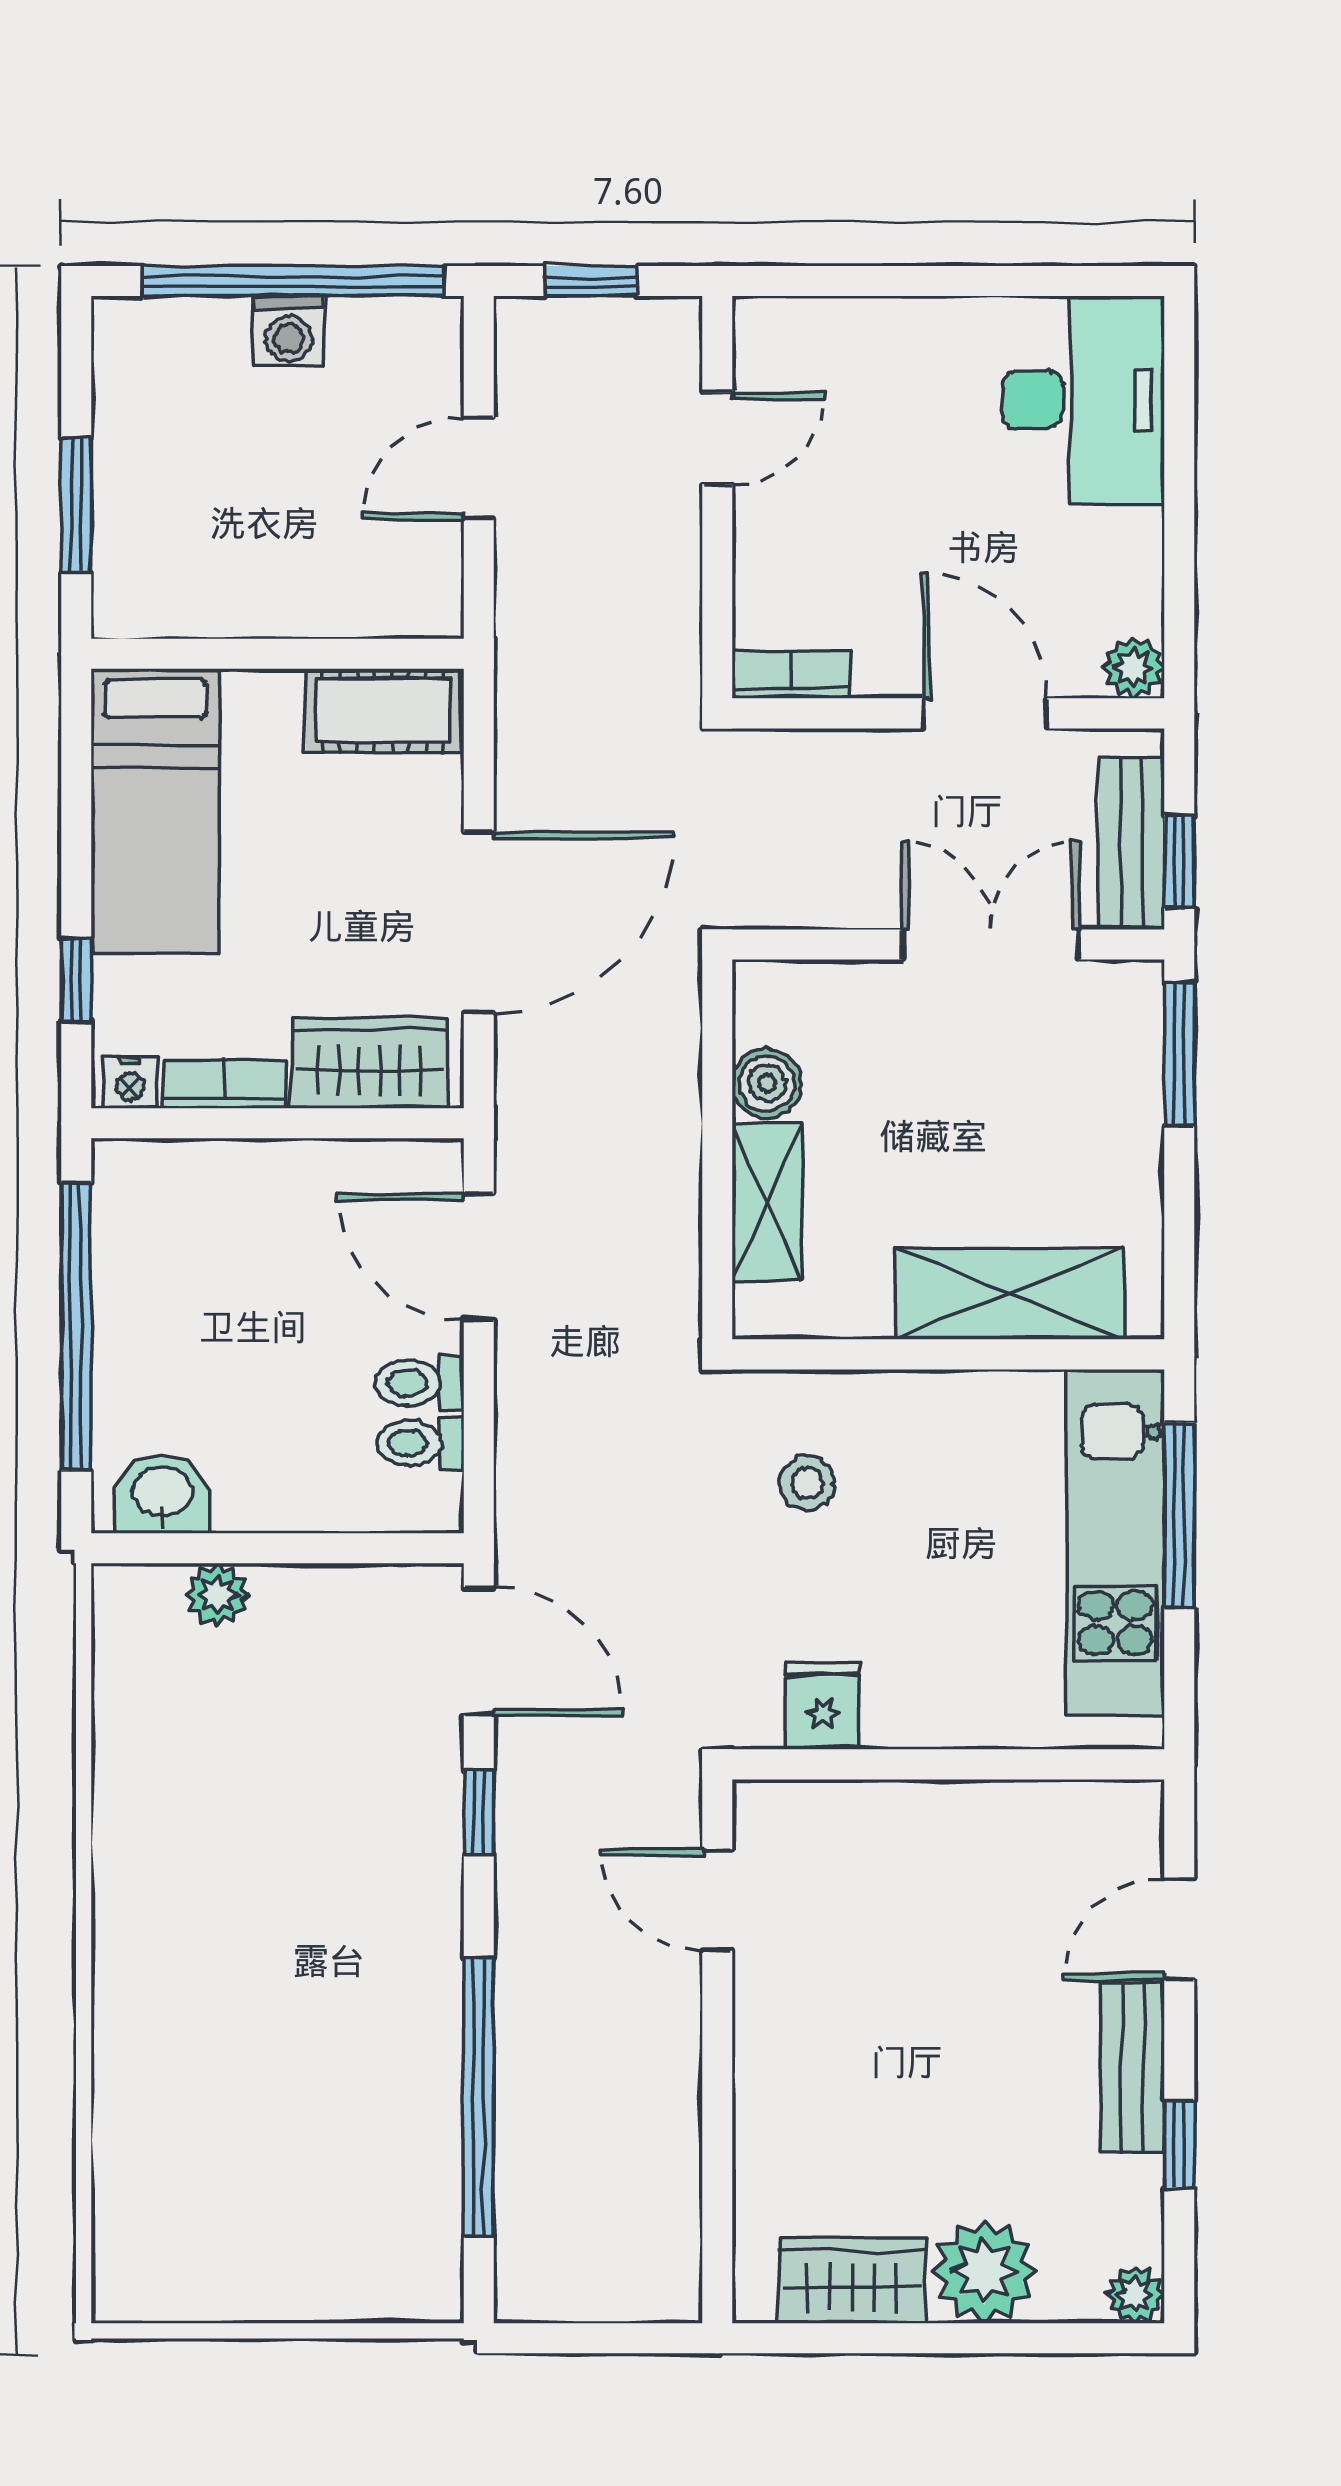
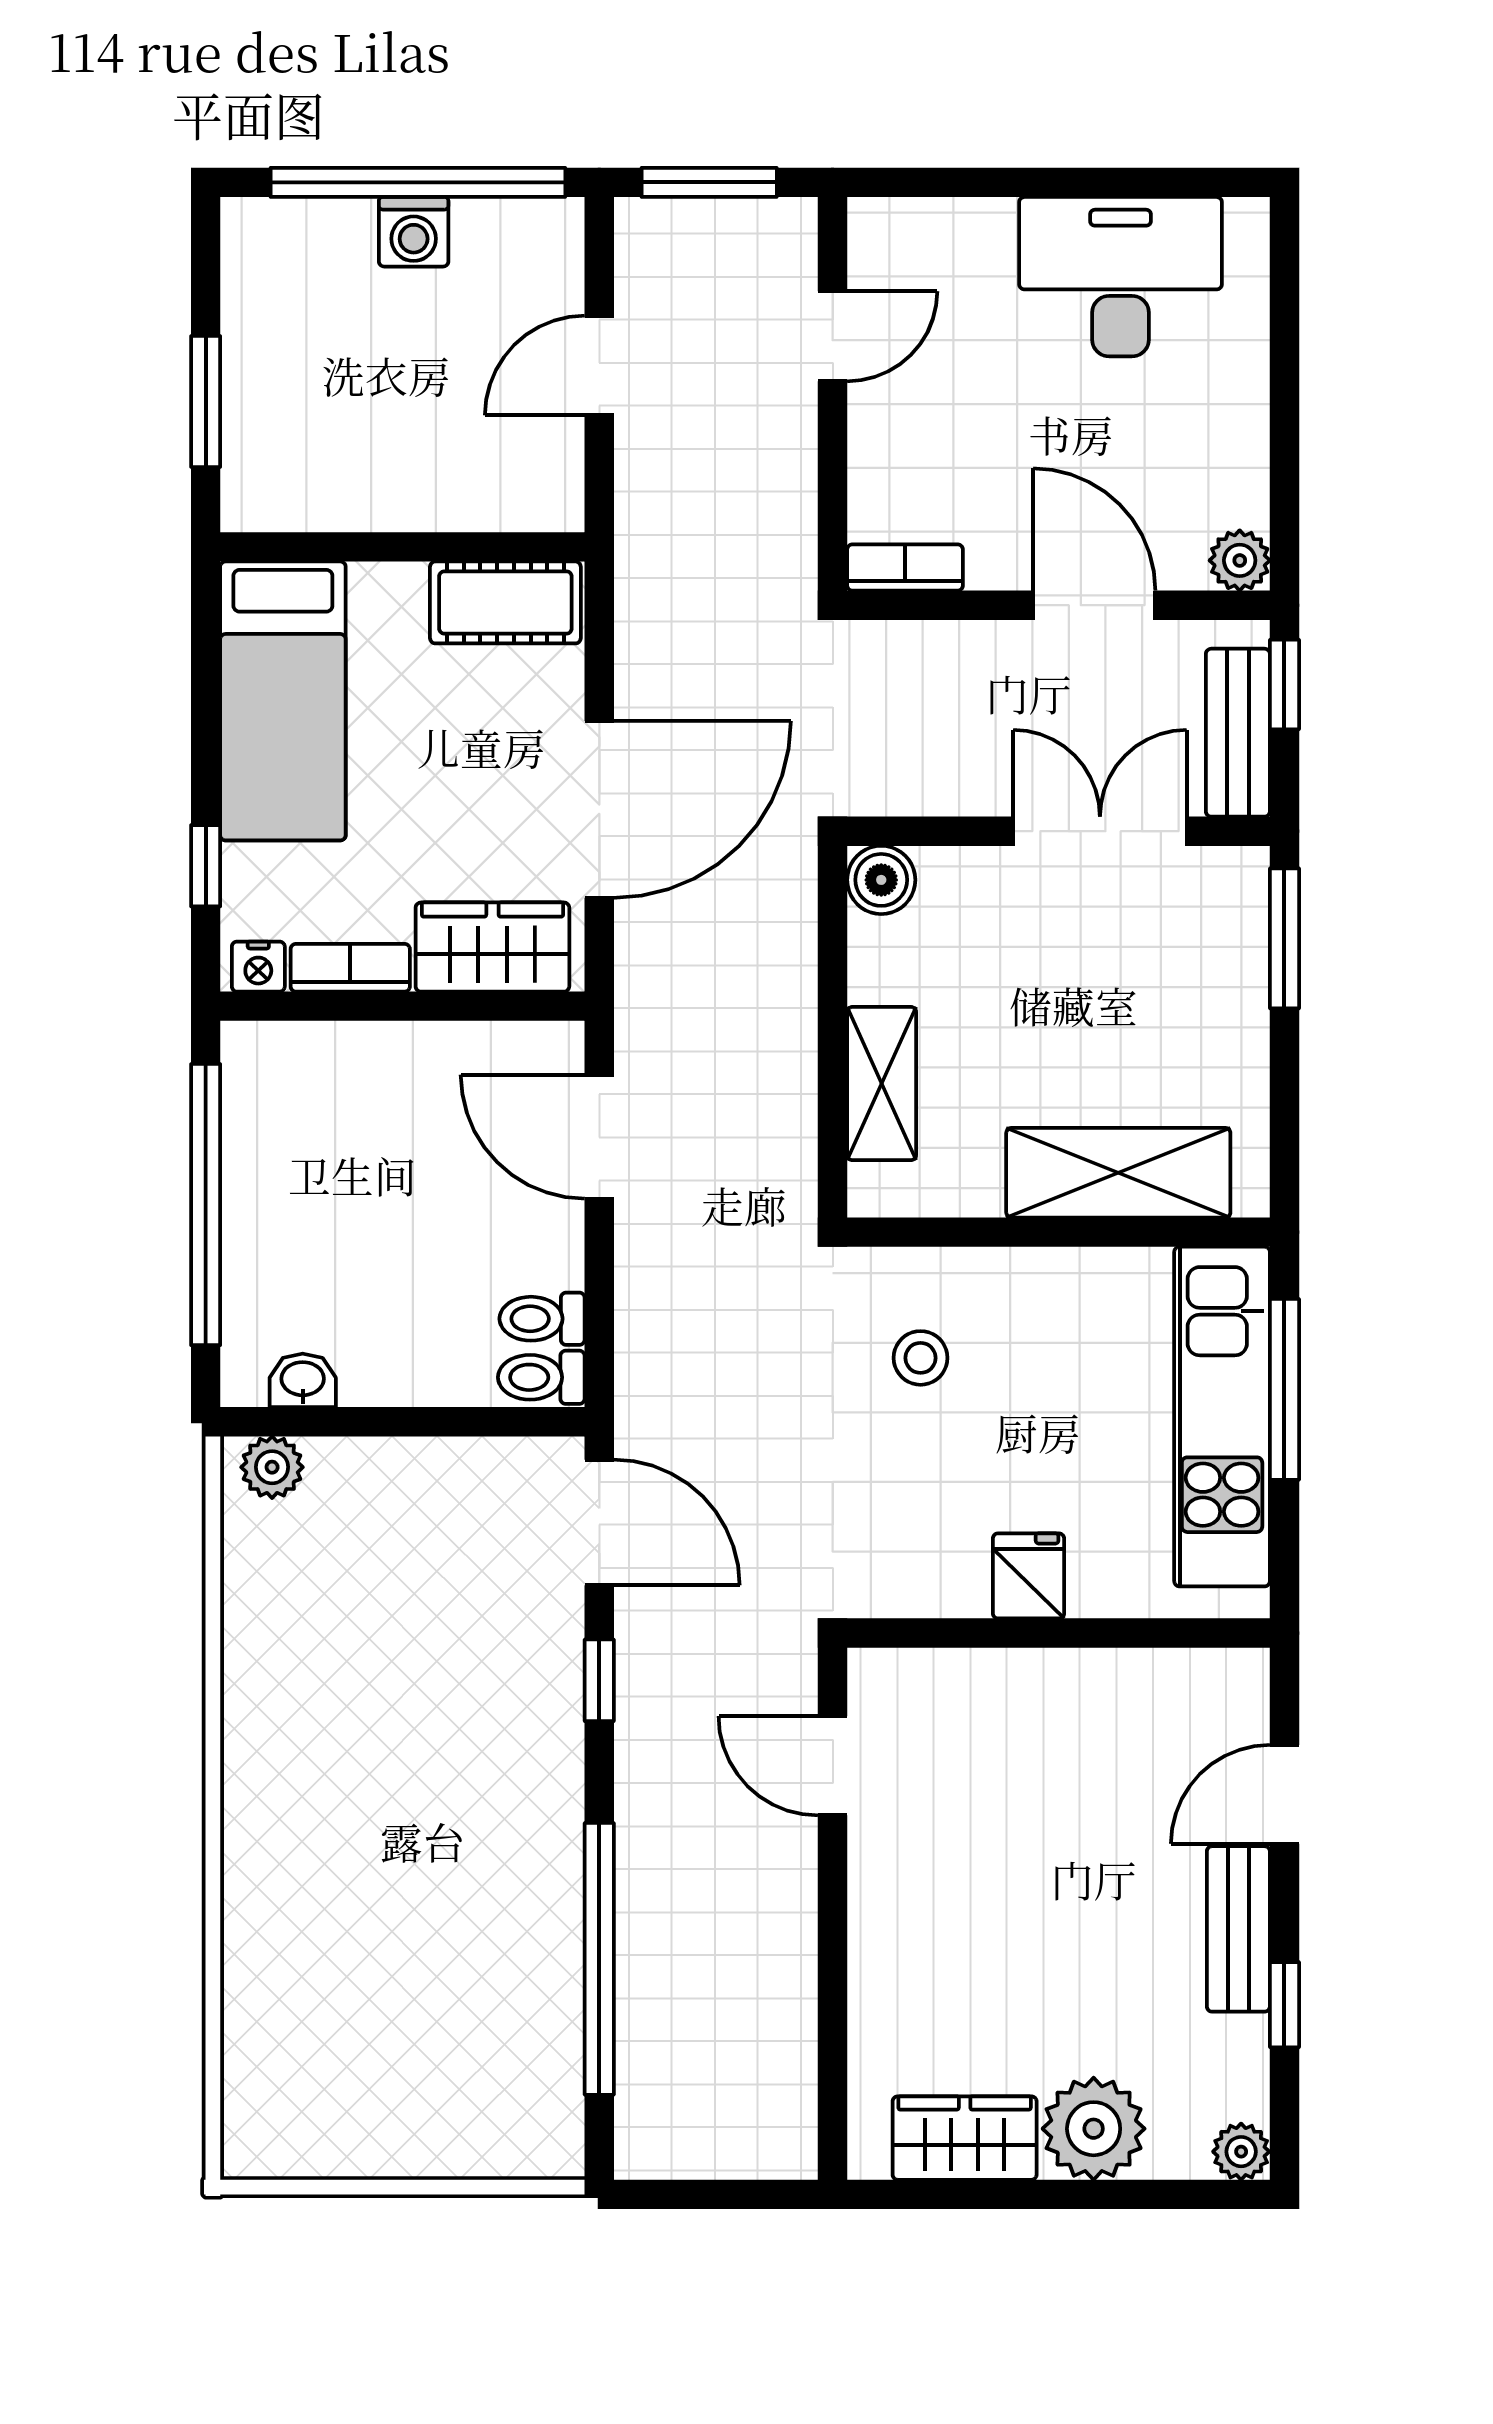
window: (591, 281) -> (709, 182), width x1.50
desk: (1083, 400) -> (1121, 277), moved, turned -90
window: (1179, 862) -> (1284, 684), moved
boiler: (767, 1083) -> (881, 880), moved
toilet: (419, 1383) -> (541, 1377), moved
washbasin: (162, 1494) -> (303, 1380), width x0.72, depth x0.69
plant: (218, 1595) -> (272, 1467), moved
fridge: (823, 1706) -> (1028, 1576), moved

